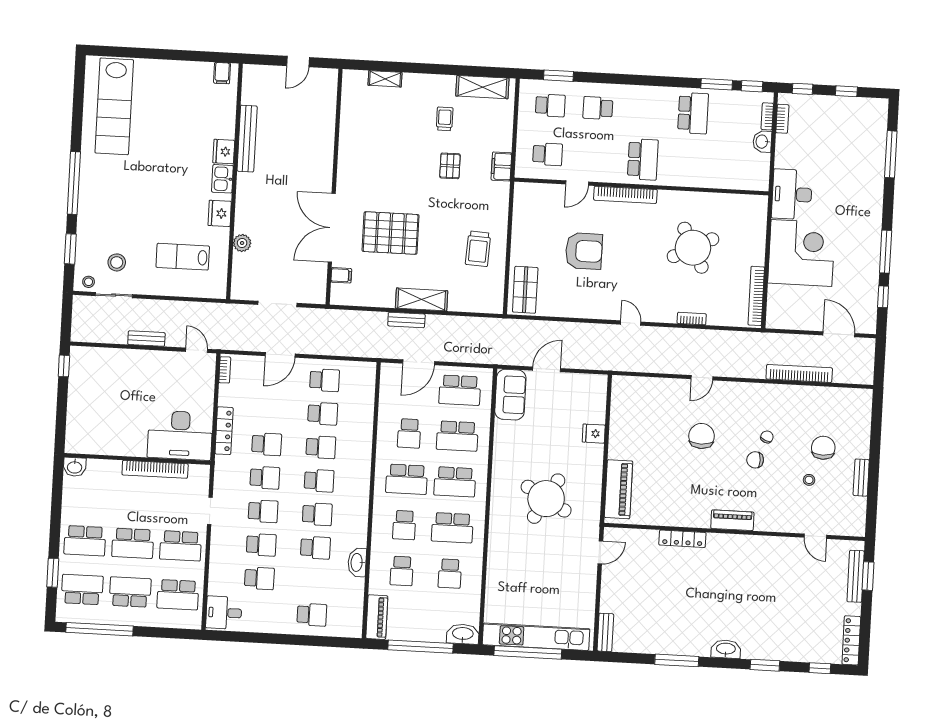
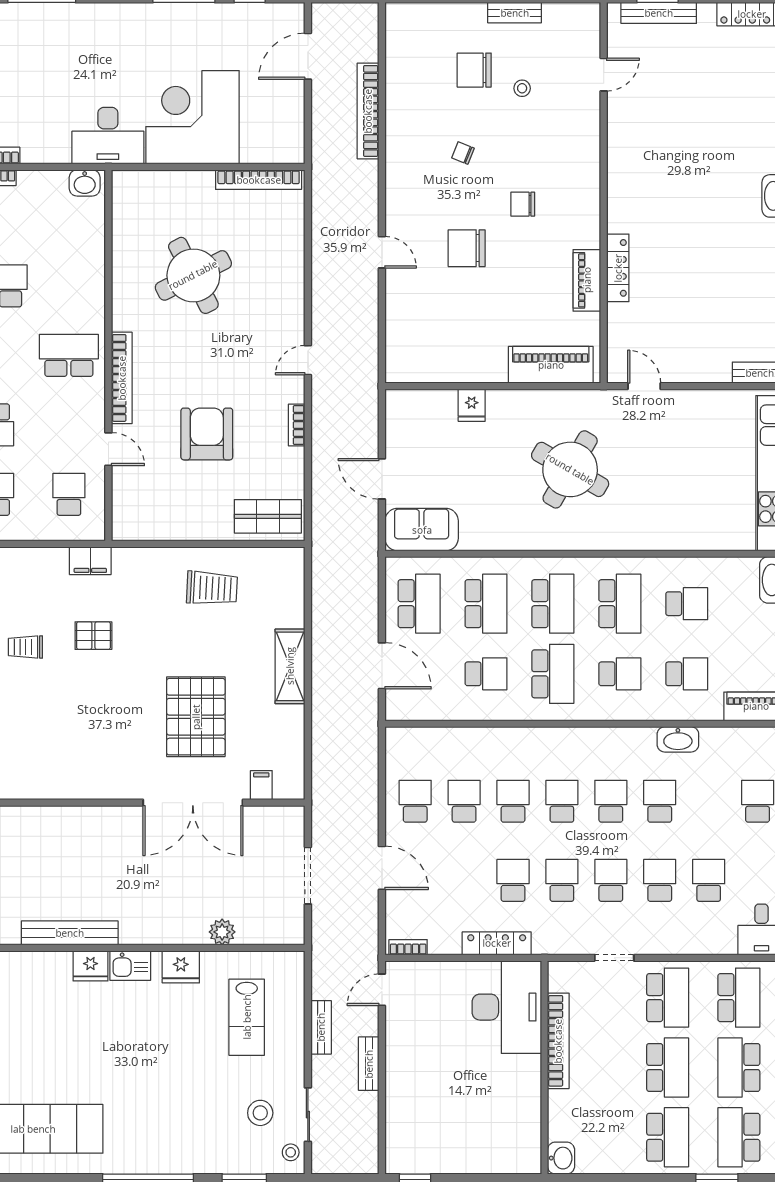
washbasin: (762, 142) -> (85, 183), moved
bookcase: (692, 319) -> (297, 425), moved
bench: (406, 320) -> (321, 1027), moved
chair: (755, 460) -> (523, 204), moved, turned 90
piano: (732, 520) -> (587, 280), moved

